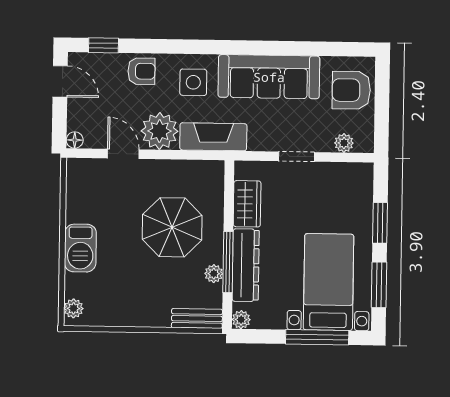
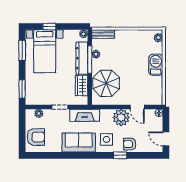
window: (104, 45) -> (120, 155), moved
sofa: (269, 77) -> (79, 142), width x0.73
fireplace: (213, 137) -> (85, 115), moved
window: (380, 223) -> (22, 89), moved
parasol: (172, 227) -> (106, 83), moved
window: (317, 337) -> (49, 26), width x0.46

